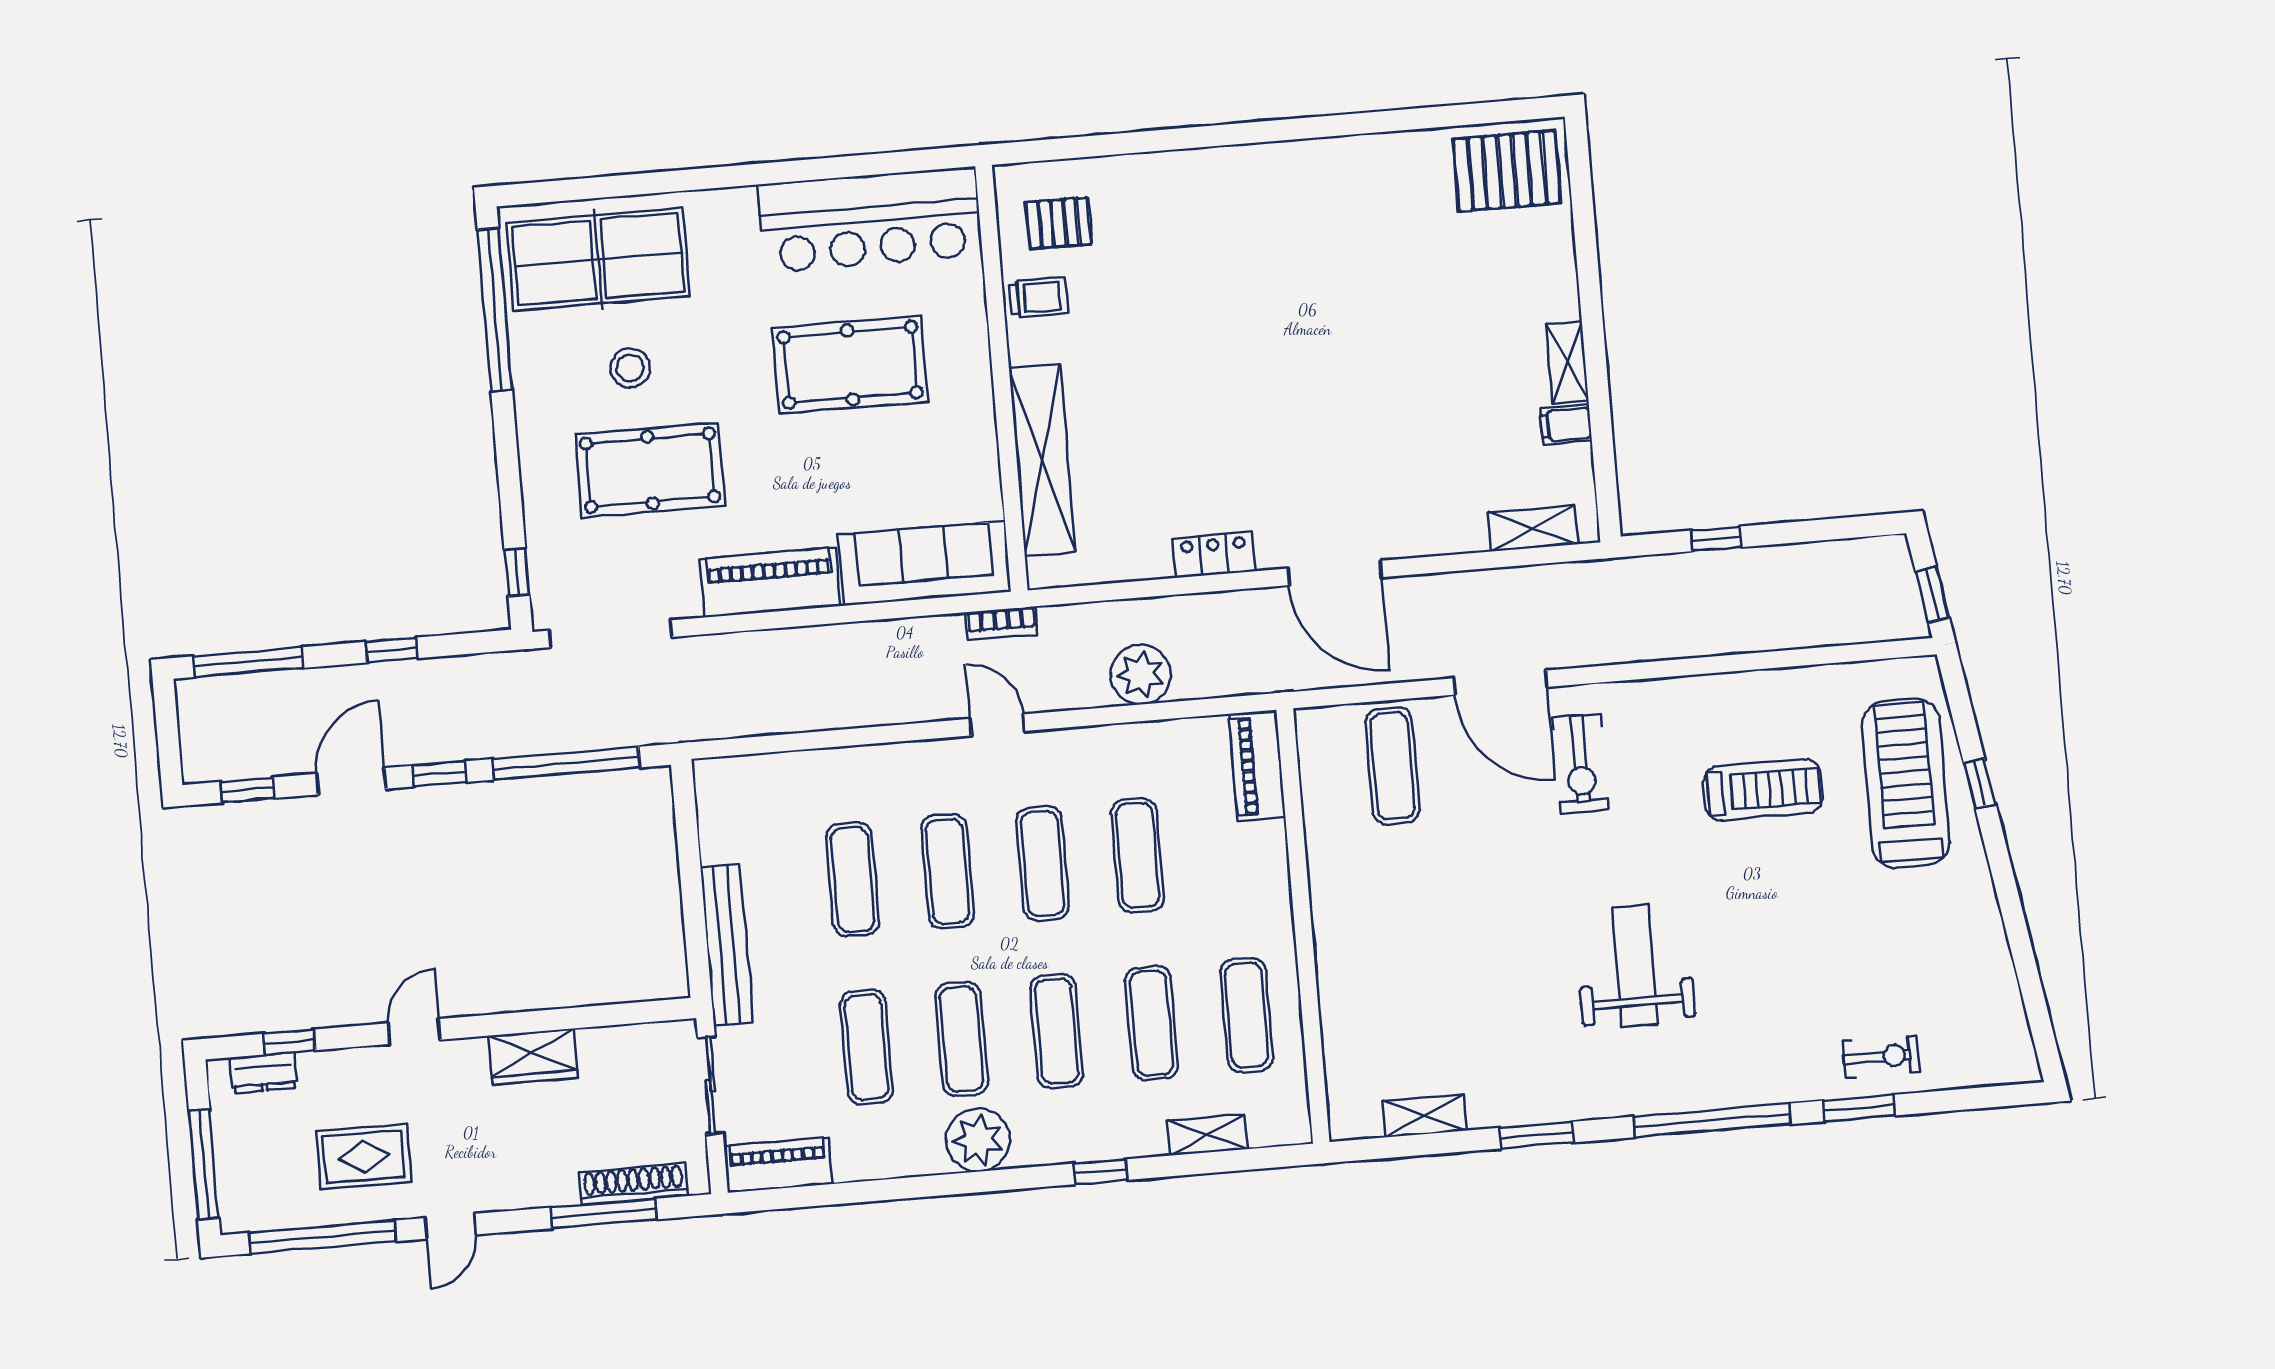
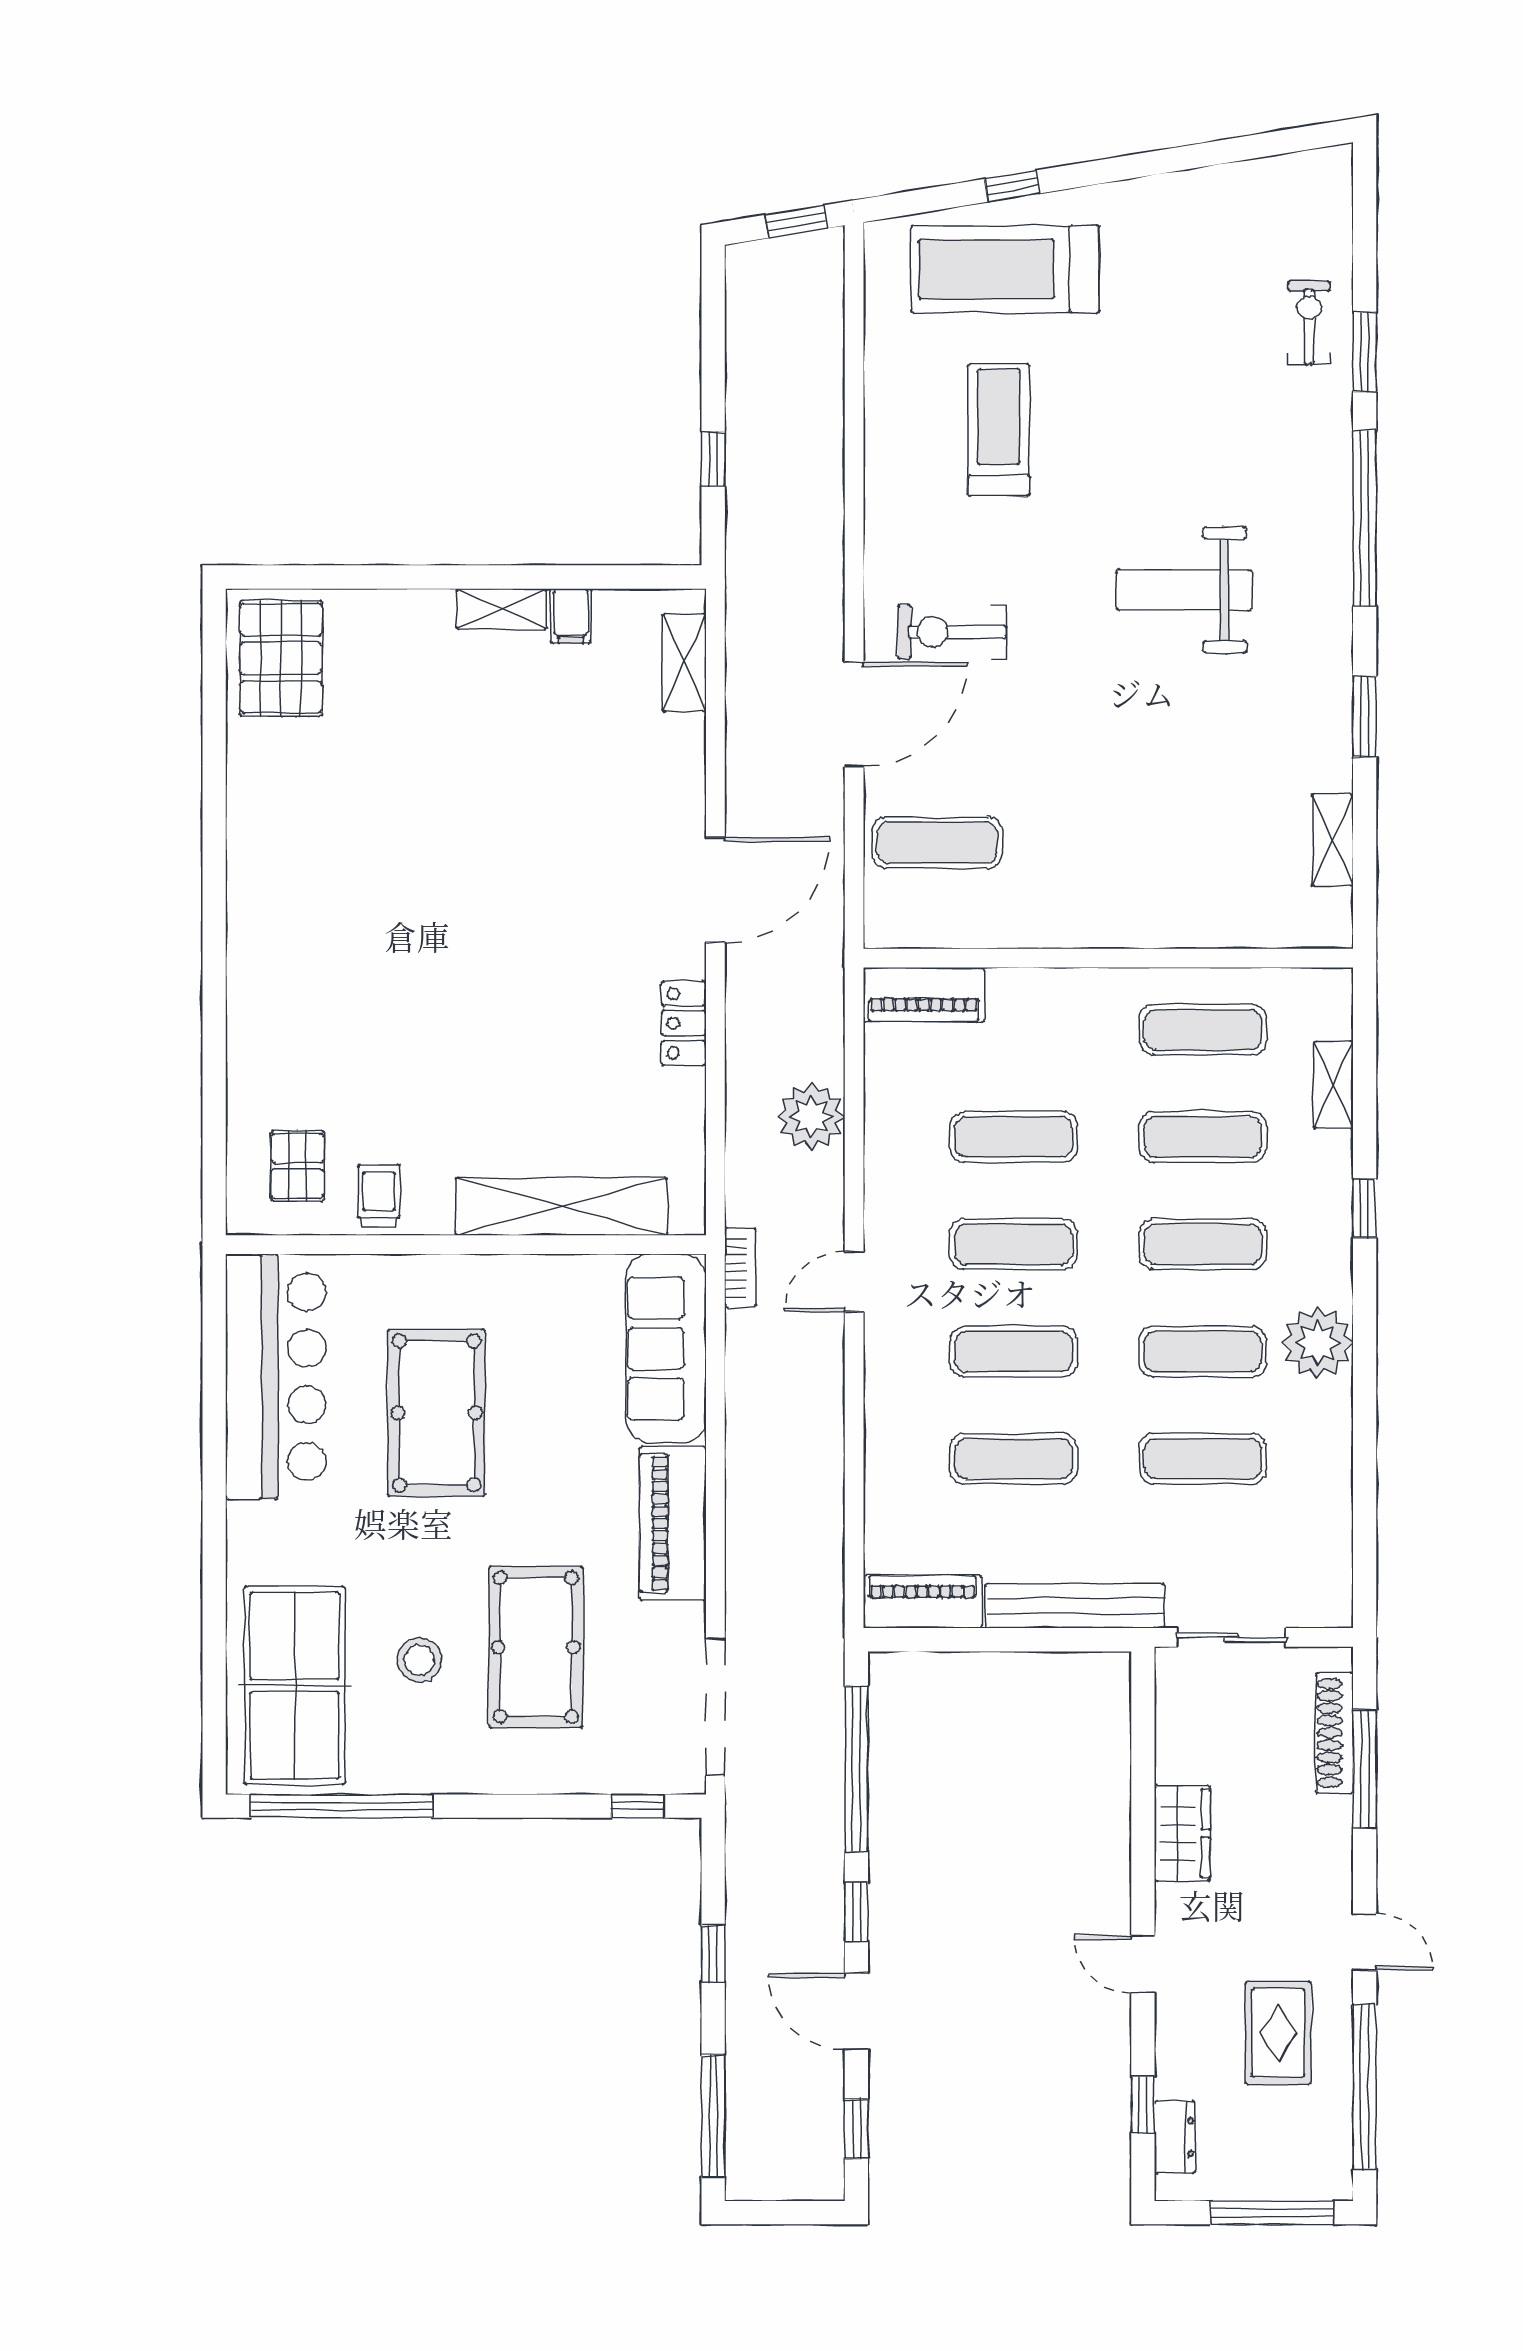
exercise bike: (1580, 763) -> (952, 632), turned 180
piano: (778, 1165) -> (923, 1602), moved, turned 90

